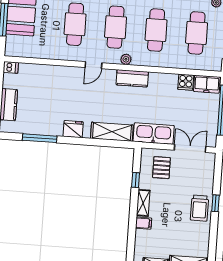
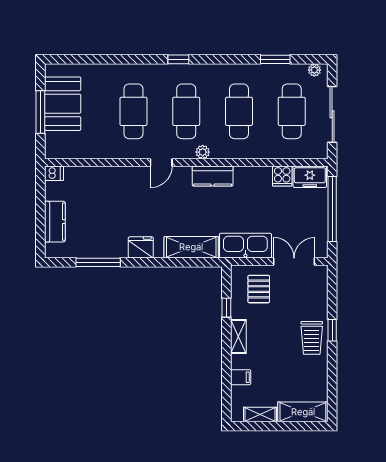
filing cabinet: (144, 223) -> (241, 377), moved

